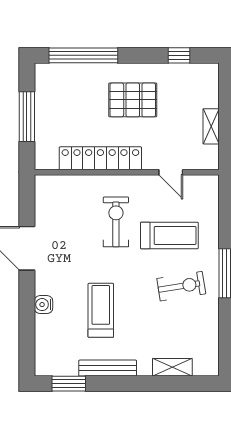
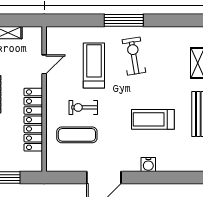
exercise mat: (81, 214) -> (77, 135), added
exercise bike: (116, 222) -> (83, 107), width x0.73, depth x0.72

